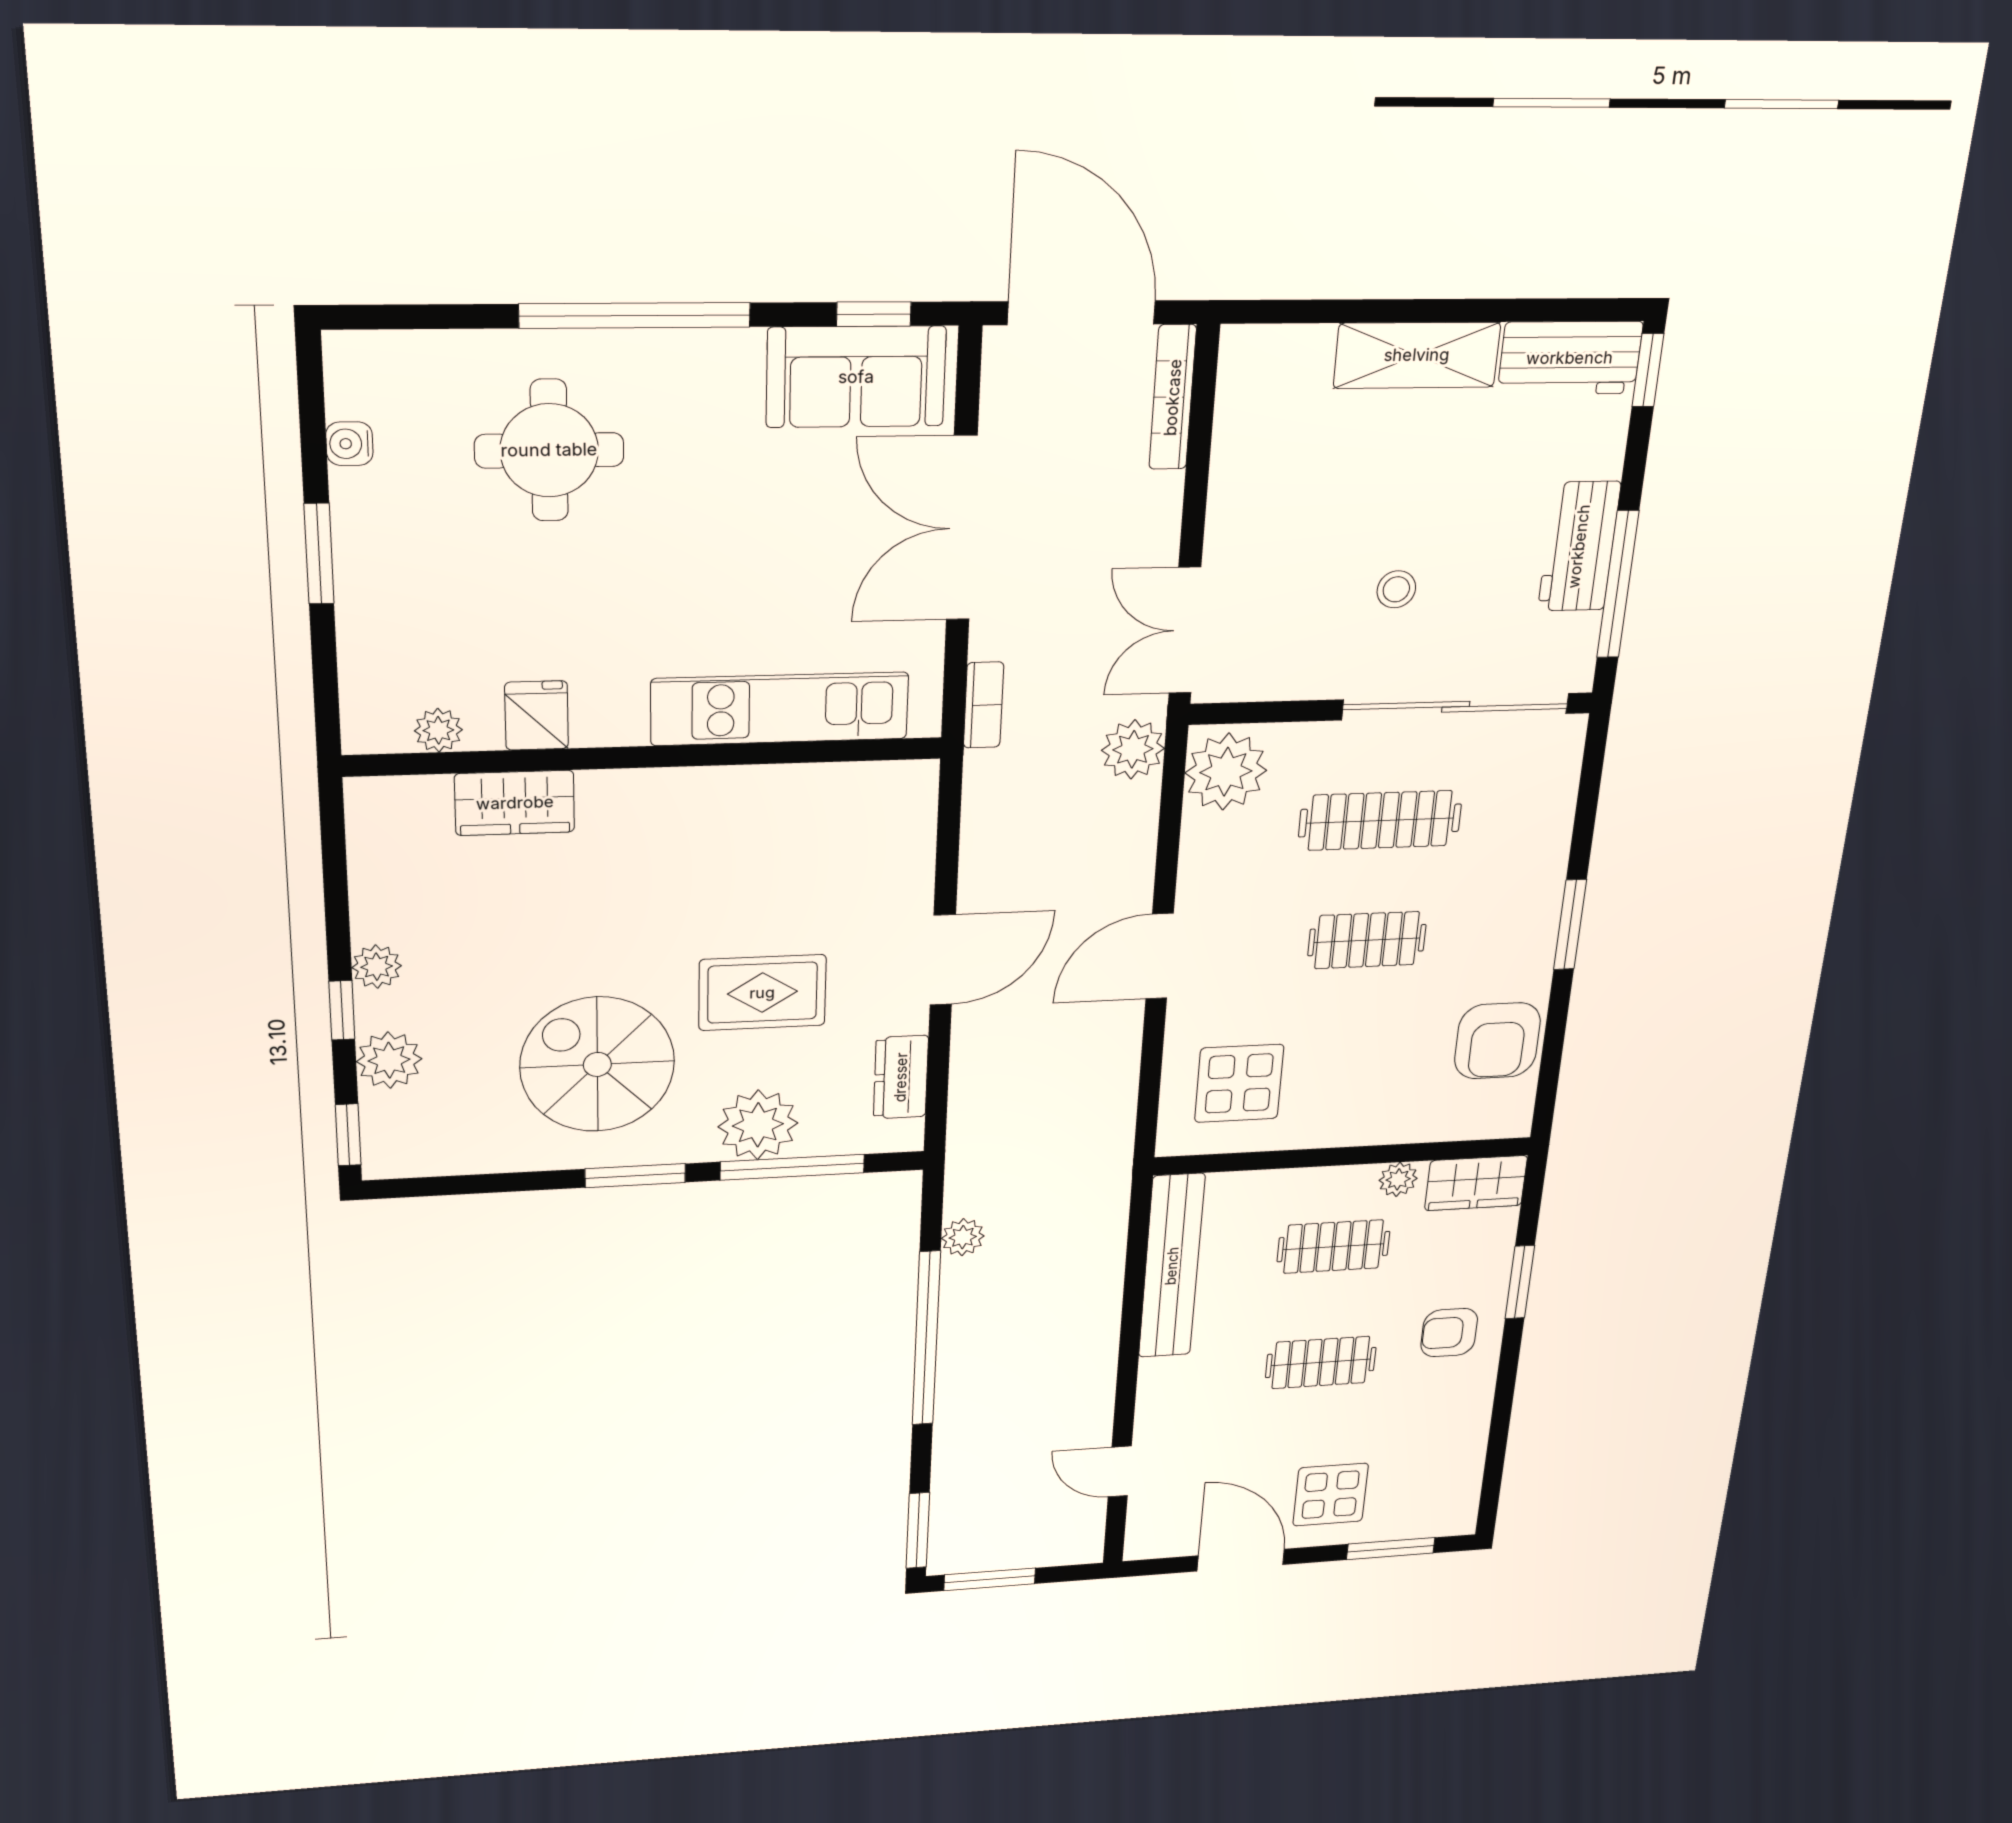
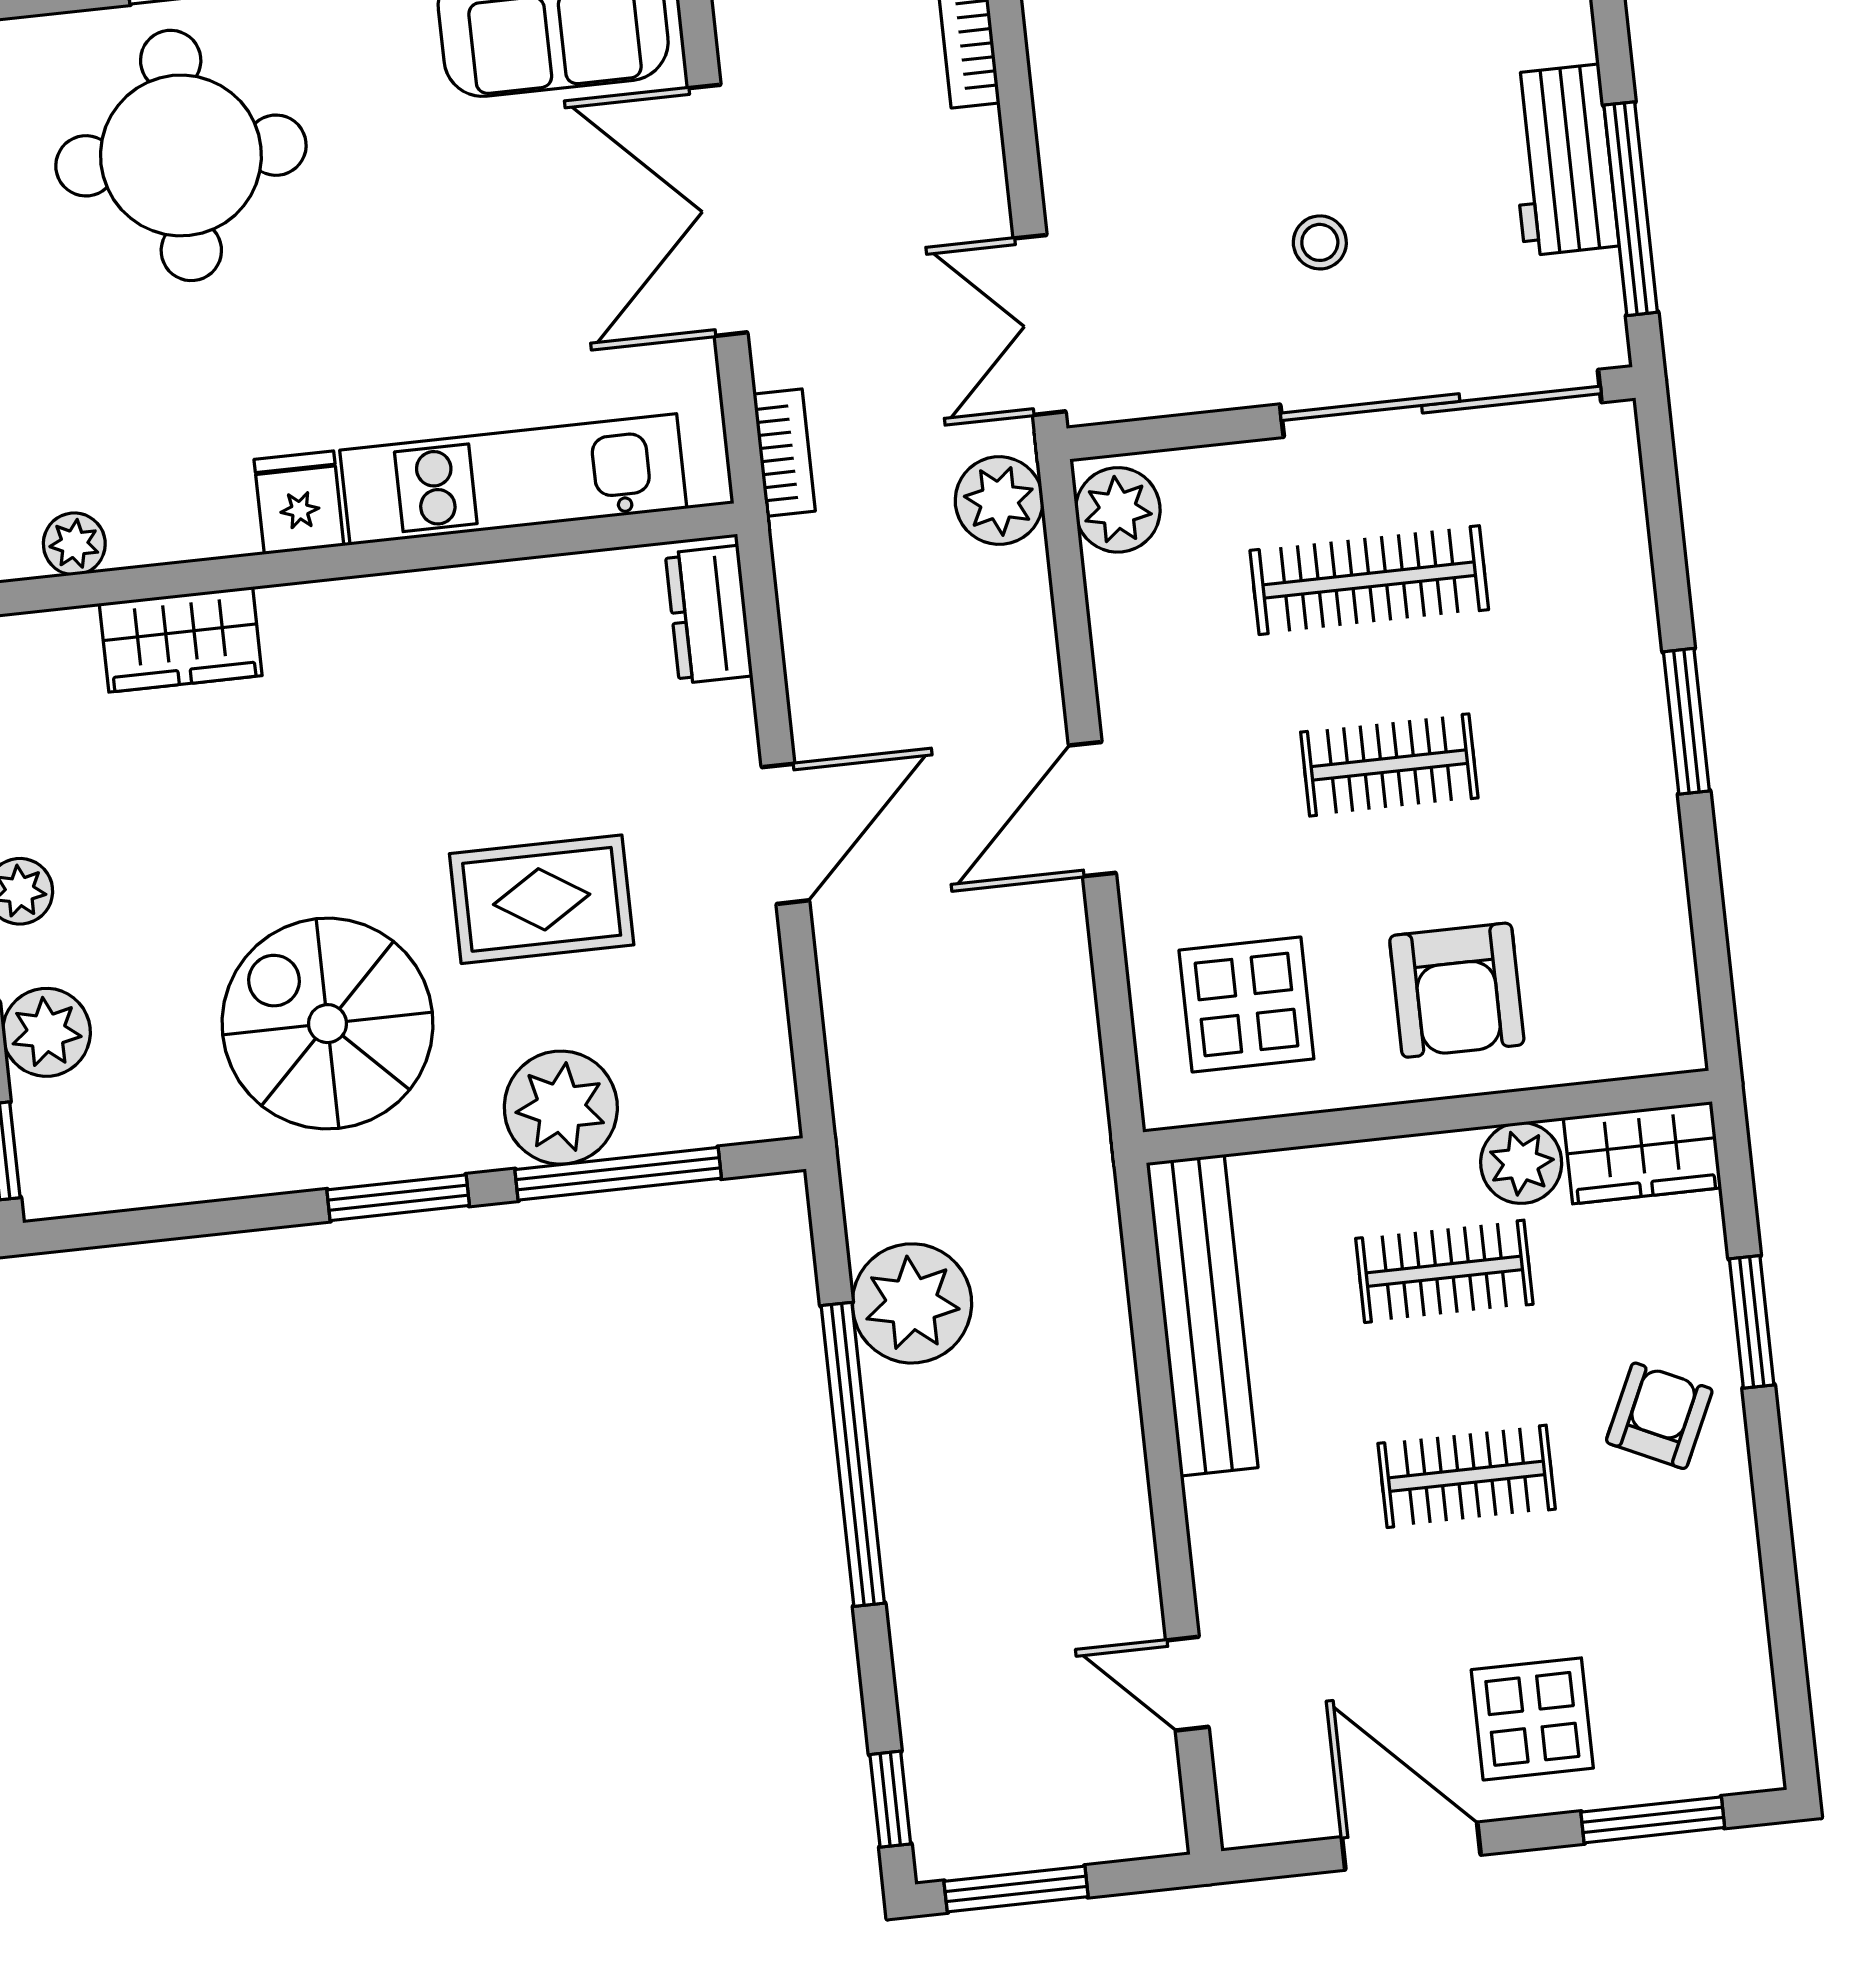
round table: (549, 450) -> (181, 155), width x1.36, depth x1.36
fridge: (537, 715) -> (299, 503), moved
plant: (1226, 772) -> (1118, 510), width x0.73, depth x0.73
armchair: (1497, 1041) -> (1457, 990), moved
dresser: (901, 1077) -> (709, 614), moved
plant: (1398, 1179) -> (1521, 1163), width x1.38, depth x1.38
plant: (963, 1237) -> (912, 1303), width x1.88, depth x1.88
armchair: (1449, 1333) -> (1659, 1416), turned 115
window: (918, 1530) -> (890, 1799), width x0.67

